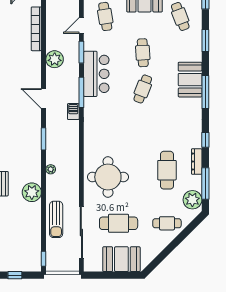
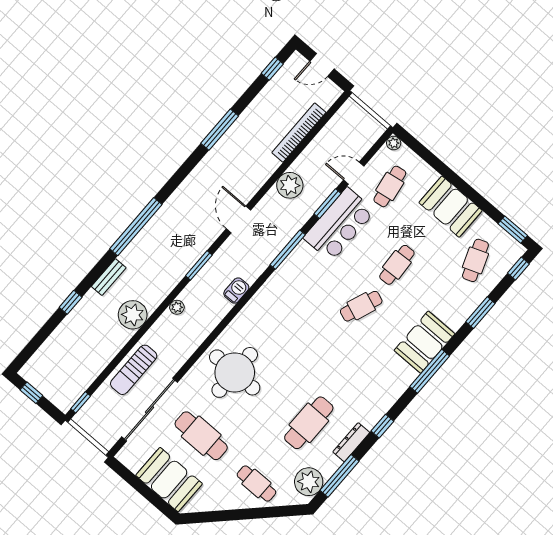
bar counter: (96, 74) -> (339, 225), moved
barbecue: (73, 112) -> (236, 291), moved

